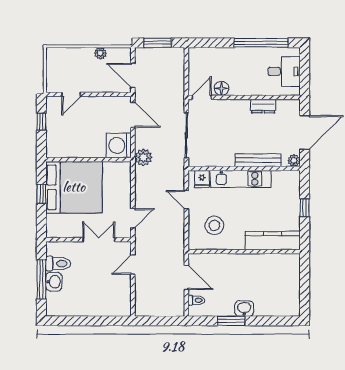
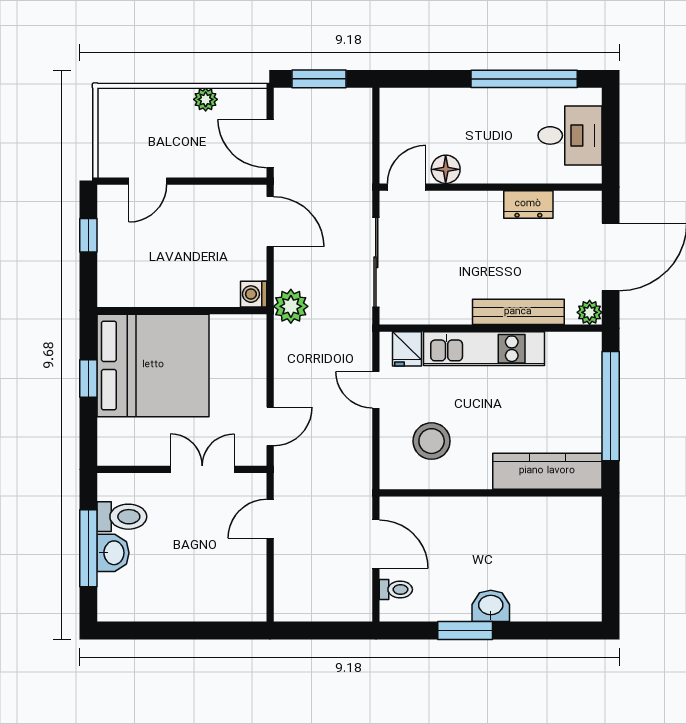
washing machine: (119, 145) -> (254, 294), width x0.53, depth x0.53
window: (305, 208) -> (611, 406), width x3.17

